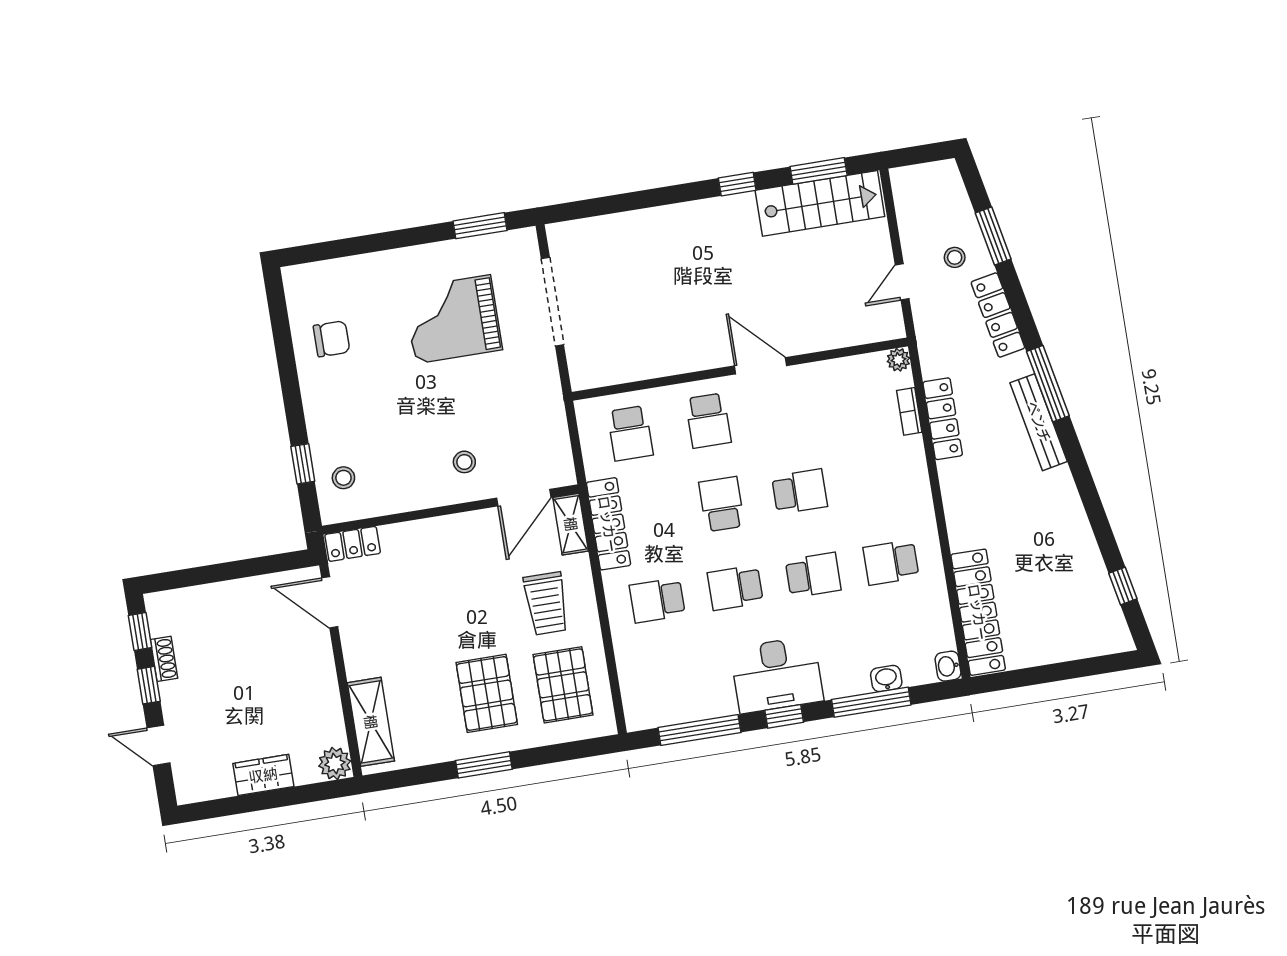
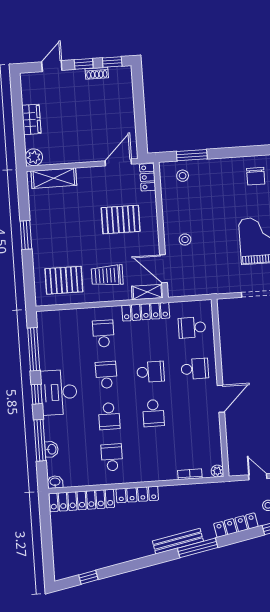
locker: (943, 419) -> (137, 494), moved
school desk: (708, 421) -> (195, 369), turned 180
window: (303, 464) -> (192, 155), width x1.50
pallet: (487, 693) -> (121, 219), moved

